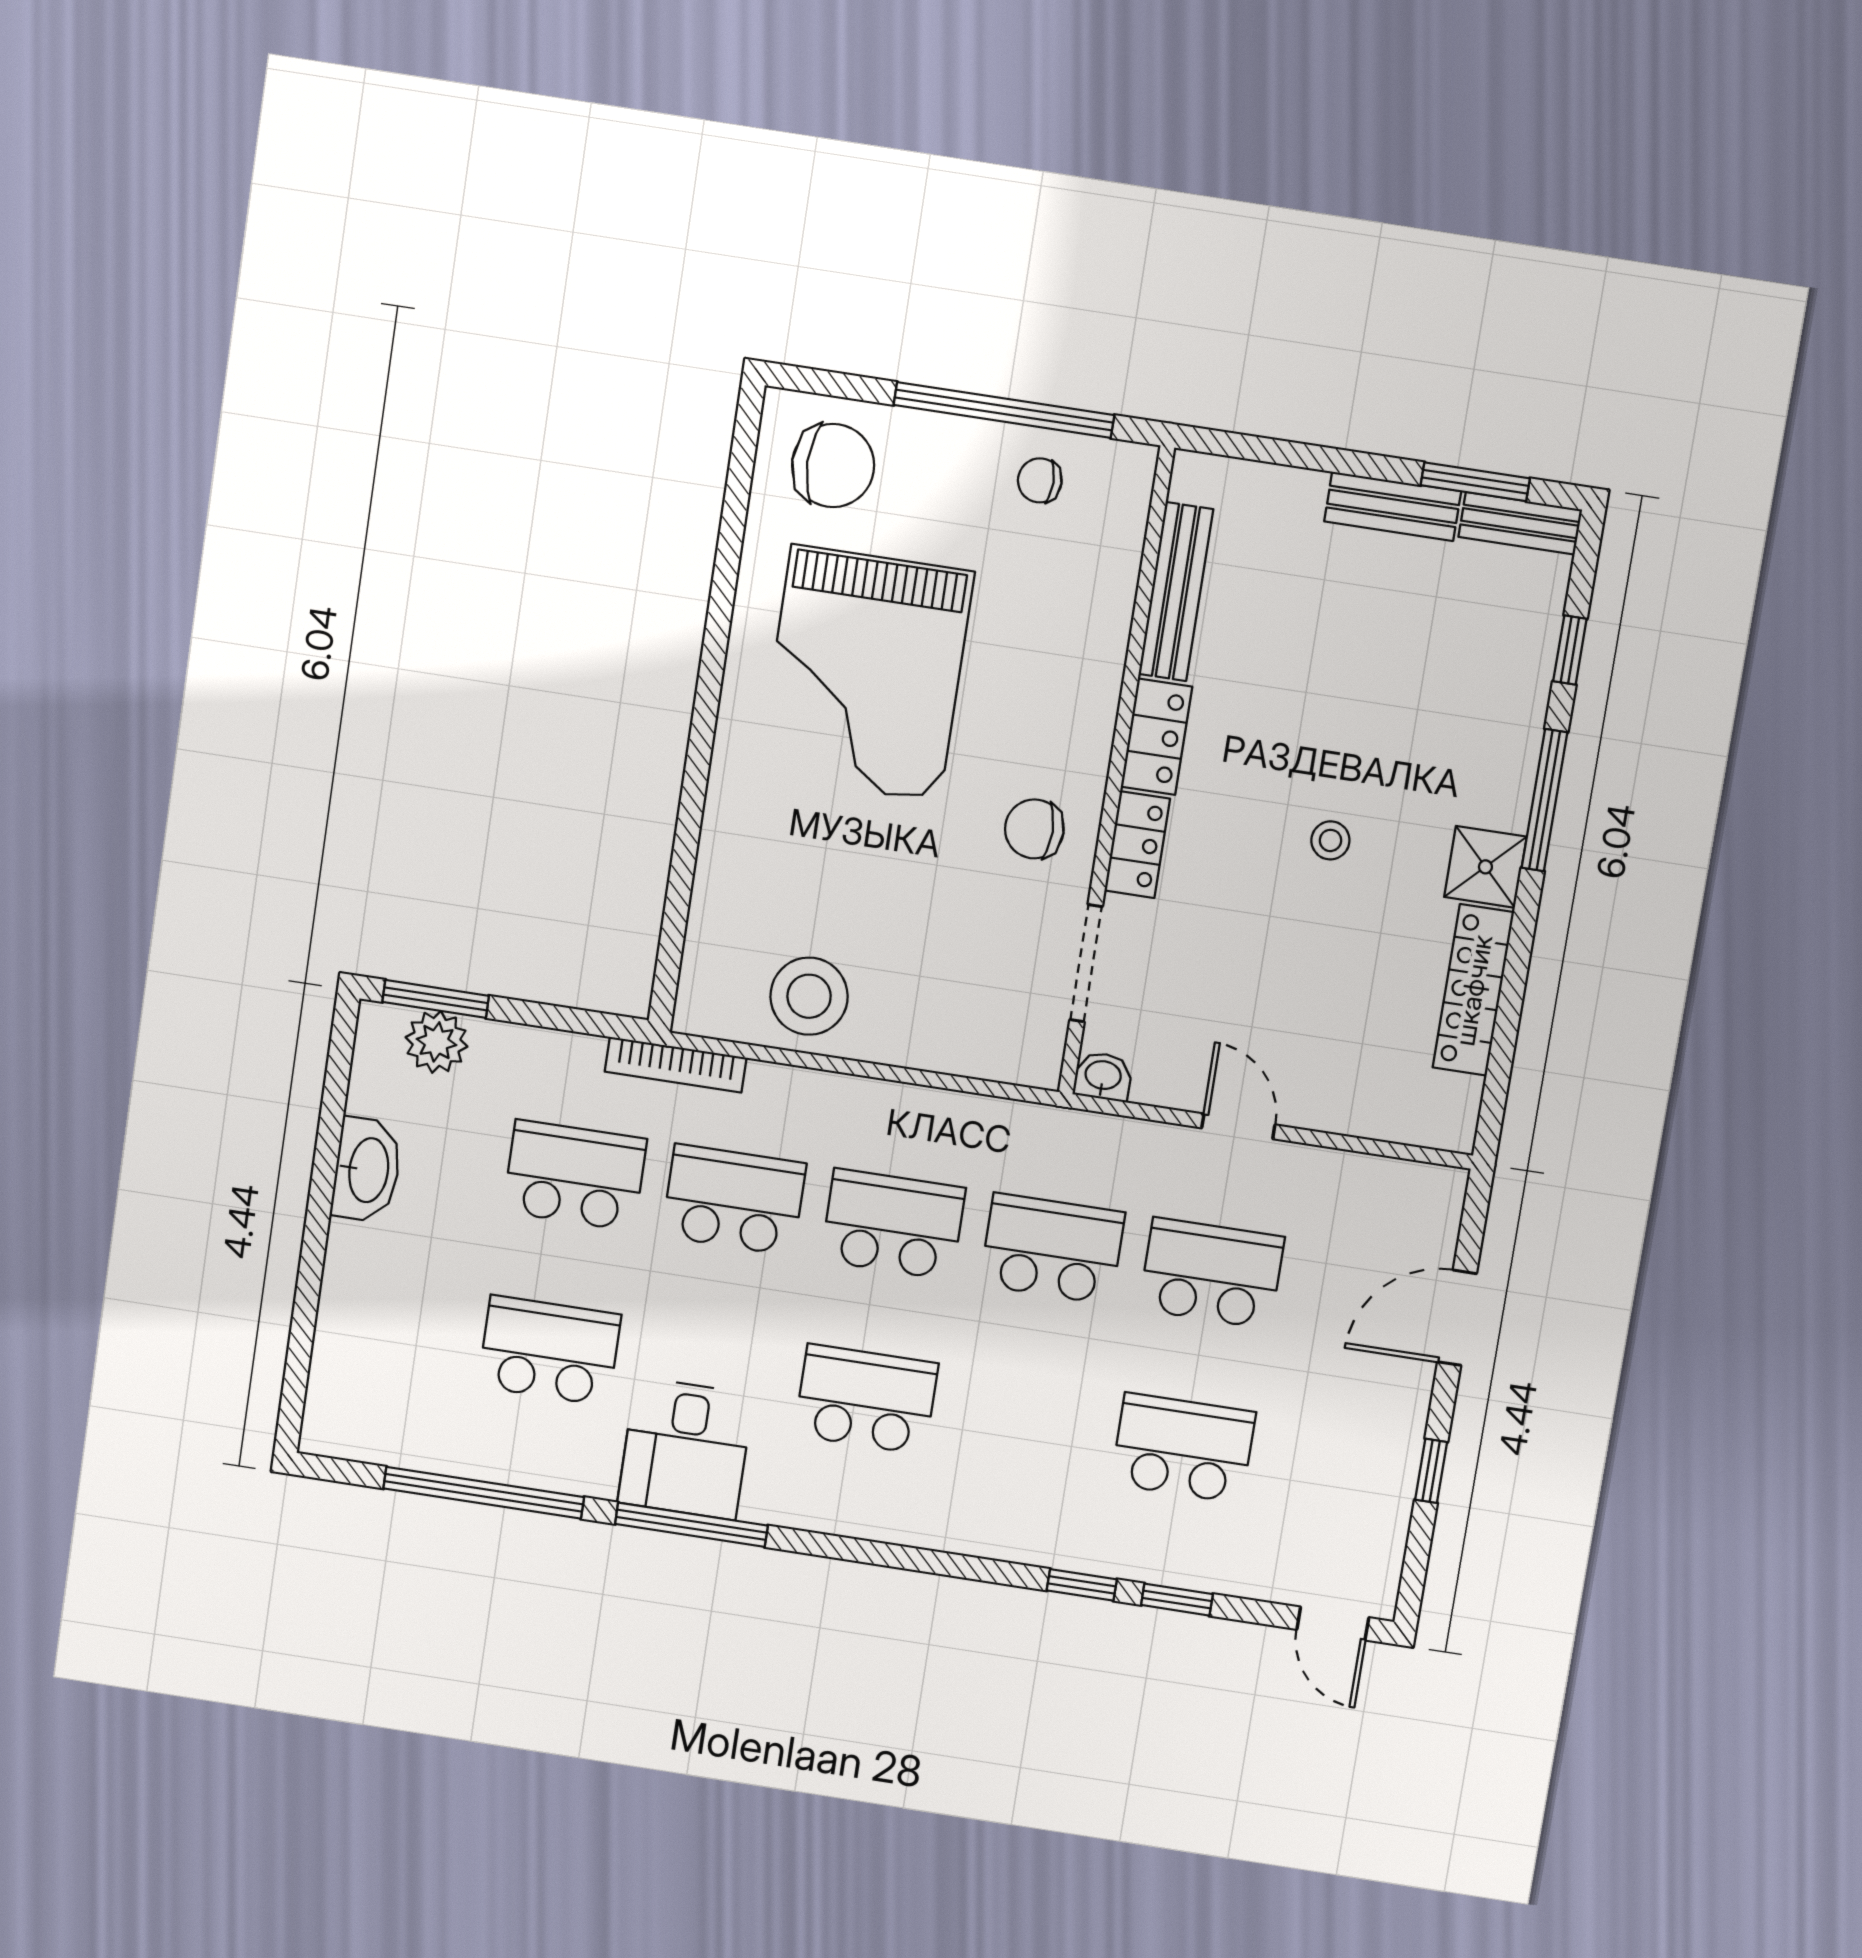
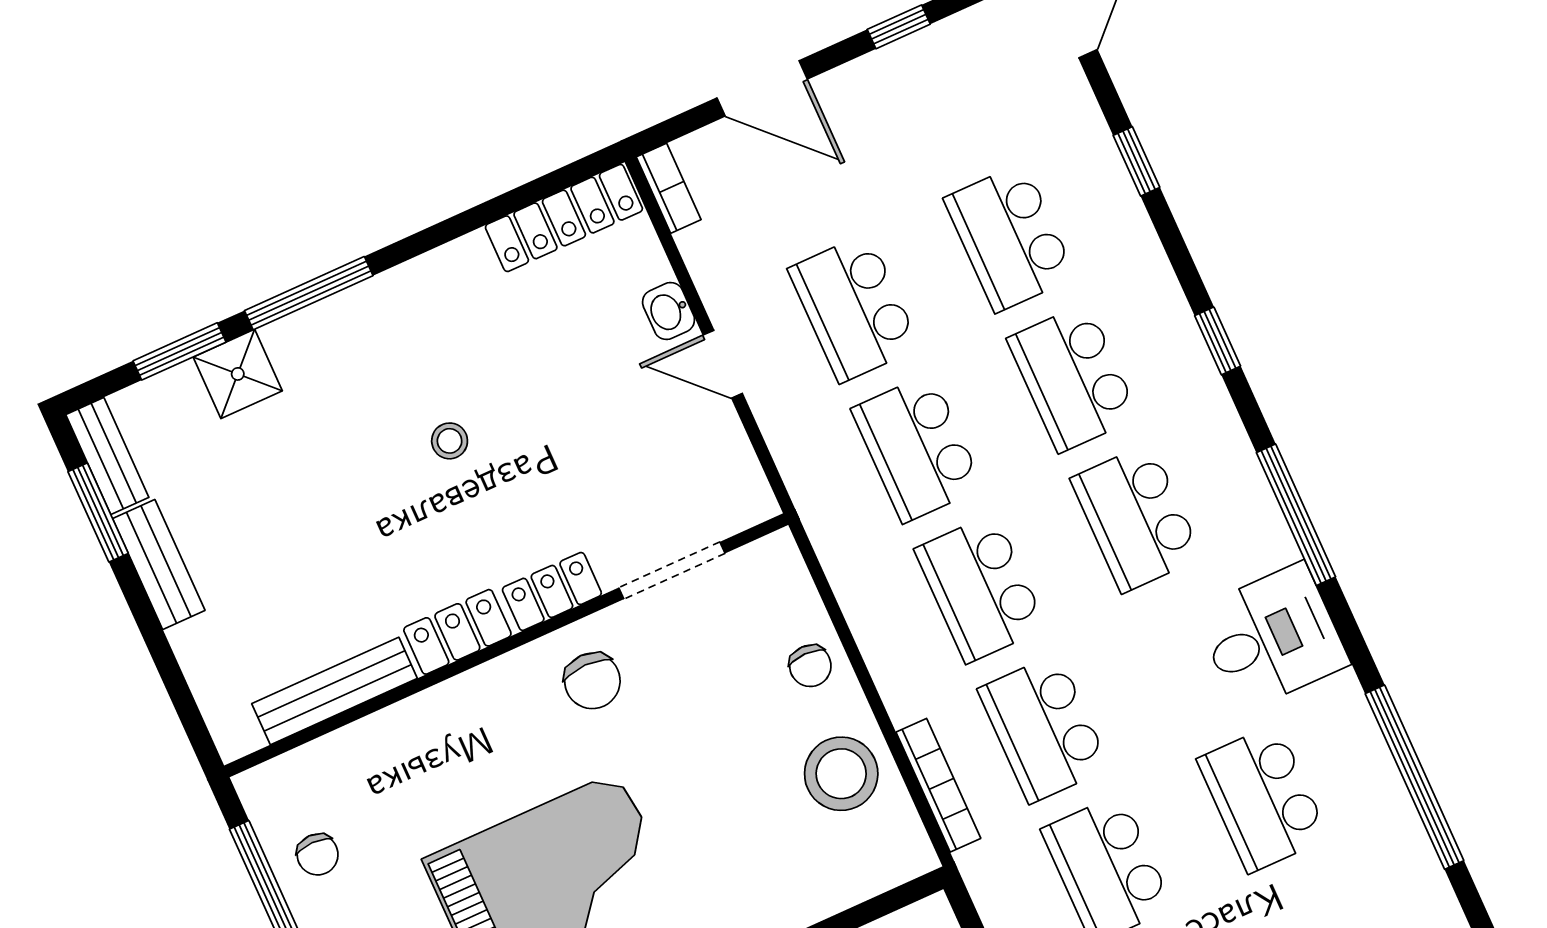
window: (1570, 650) -> (180, 351), width x1.50
shower: (1485, 867) -> (238, 374), moved
locker: (1473, 990) -> (564, 218), moved
chair: (922, 1031) -> (810, 666), added
bookcase: (676, 1065) -> (938, 785), moved
washbasin: (1103, 1076) -> (669, 311), moved
door: (1238, 1126) -> (723, 364), hinge flipped
bookcase: (1424, 1179) -> (669, 188), added
school desk: (1025, 1424) -> (1073, 378), added
window: (691, 1525) -> (1296, 515), moved
window: (1082, 1585) -> (1218, 341), moved

